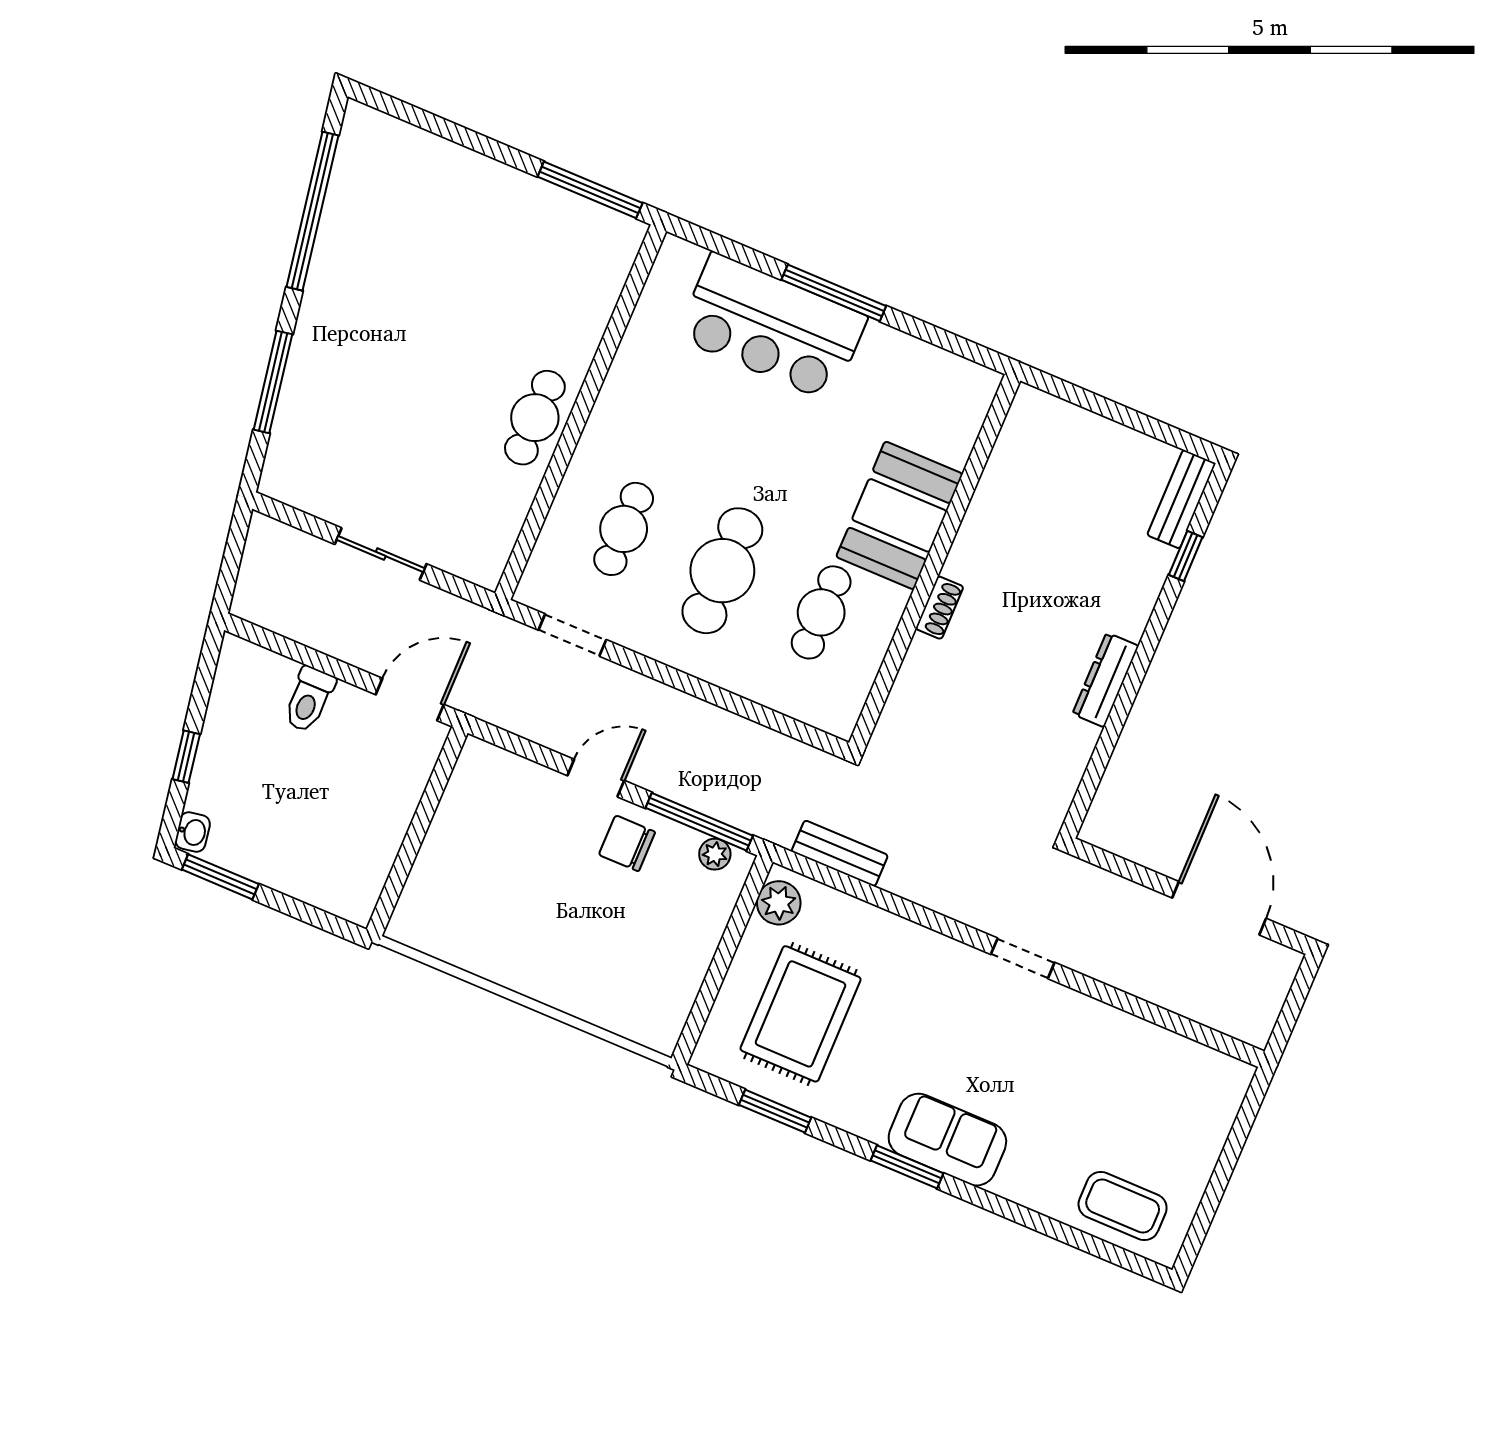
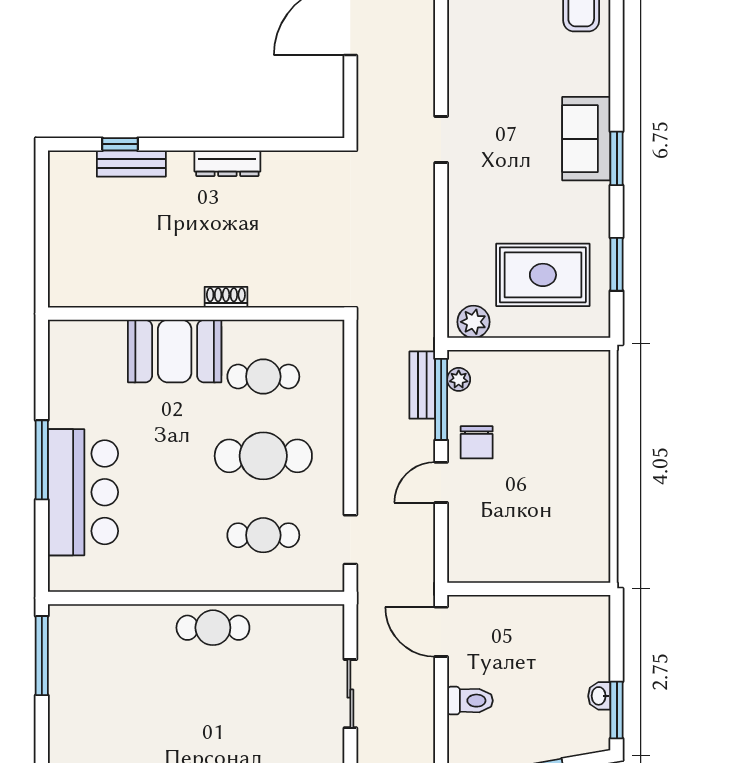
bench: (1181, 499) -> (131, 164), moved
door: (596, 778) -> (441, 482), hinge flipped
washbasin: (193, 832) -> (599, 696), moved, turned -80
bench: (840, 853) -> (422, 385), moved

